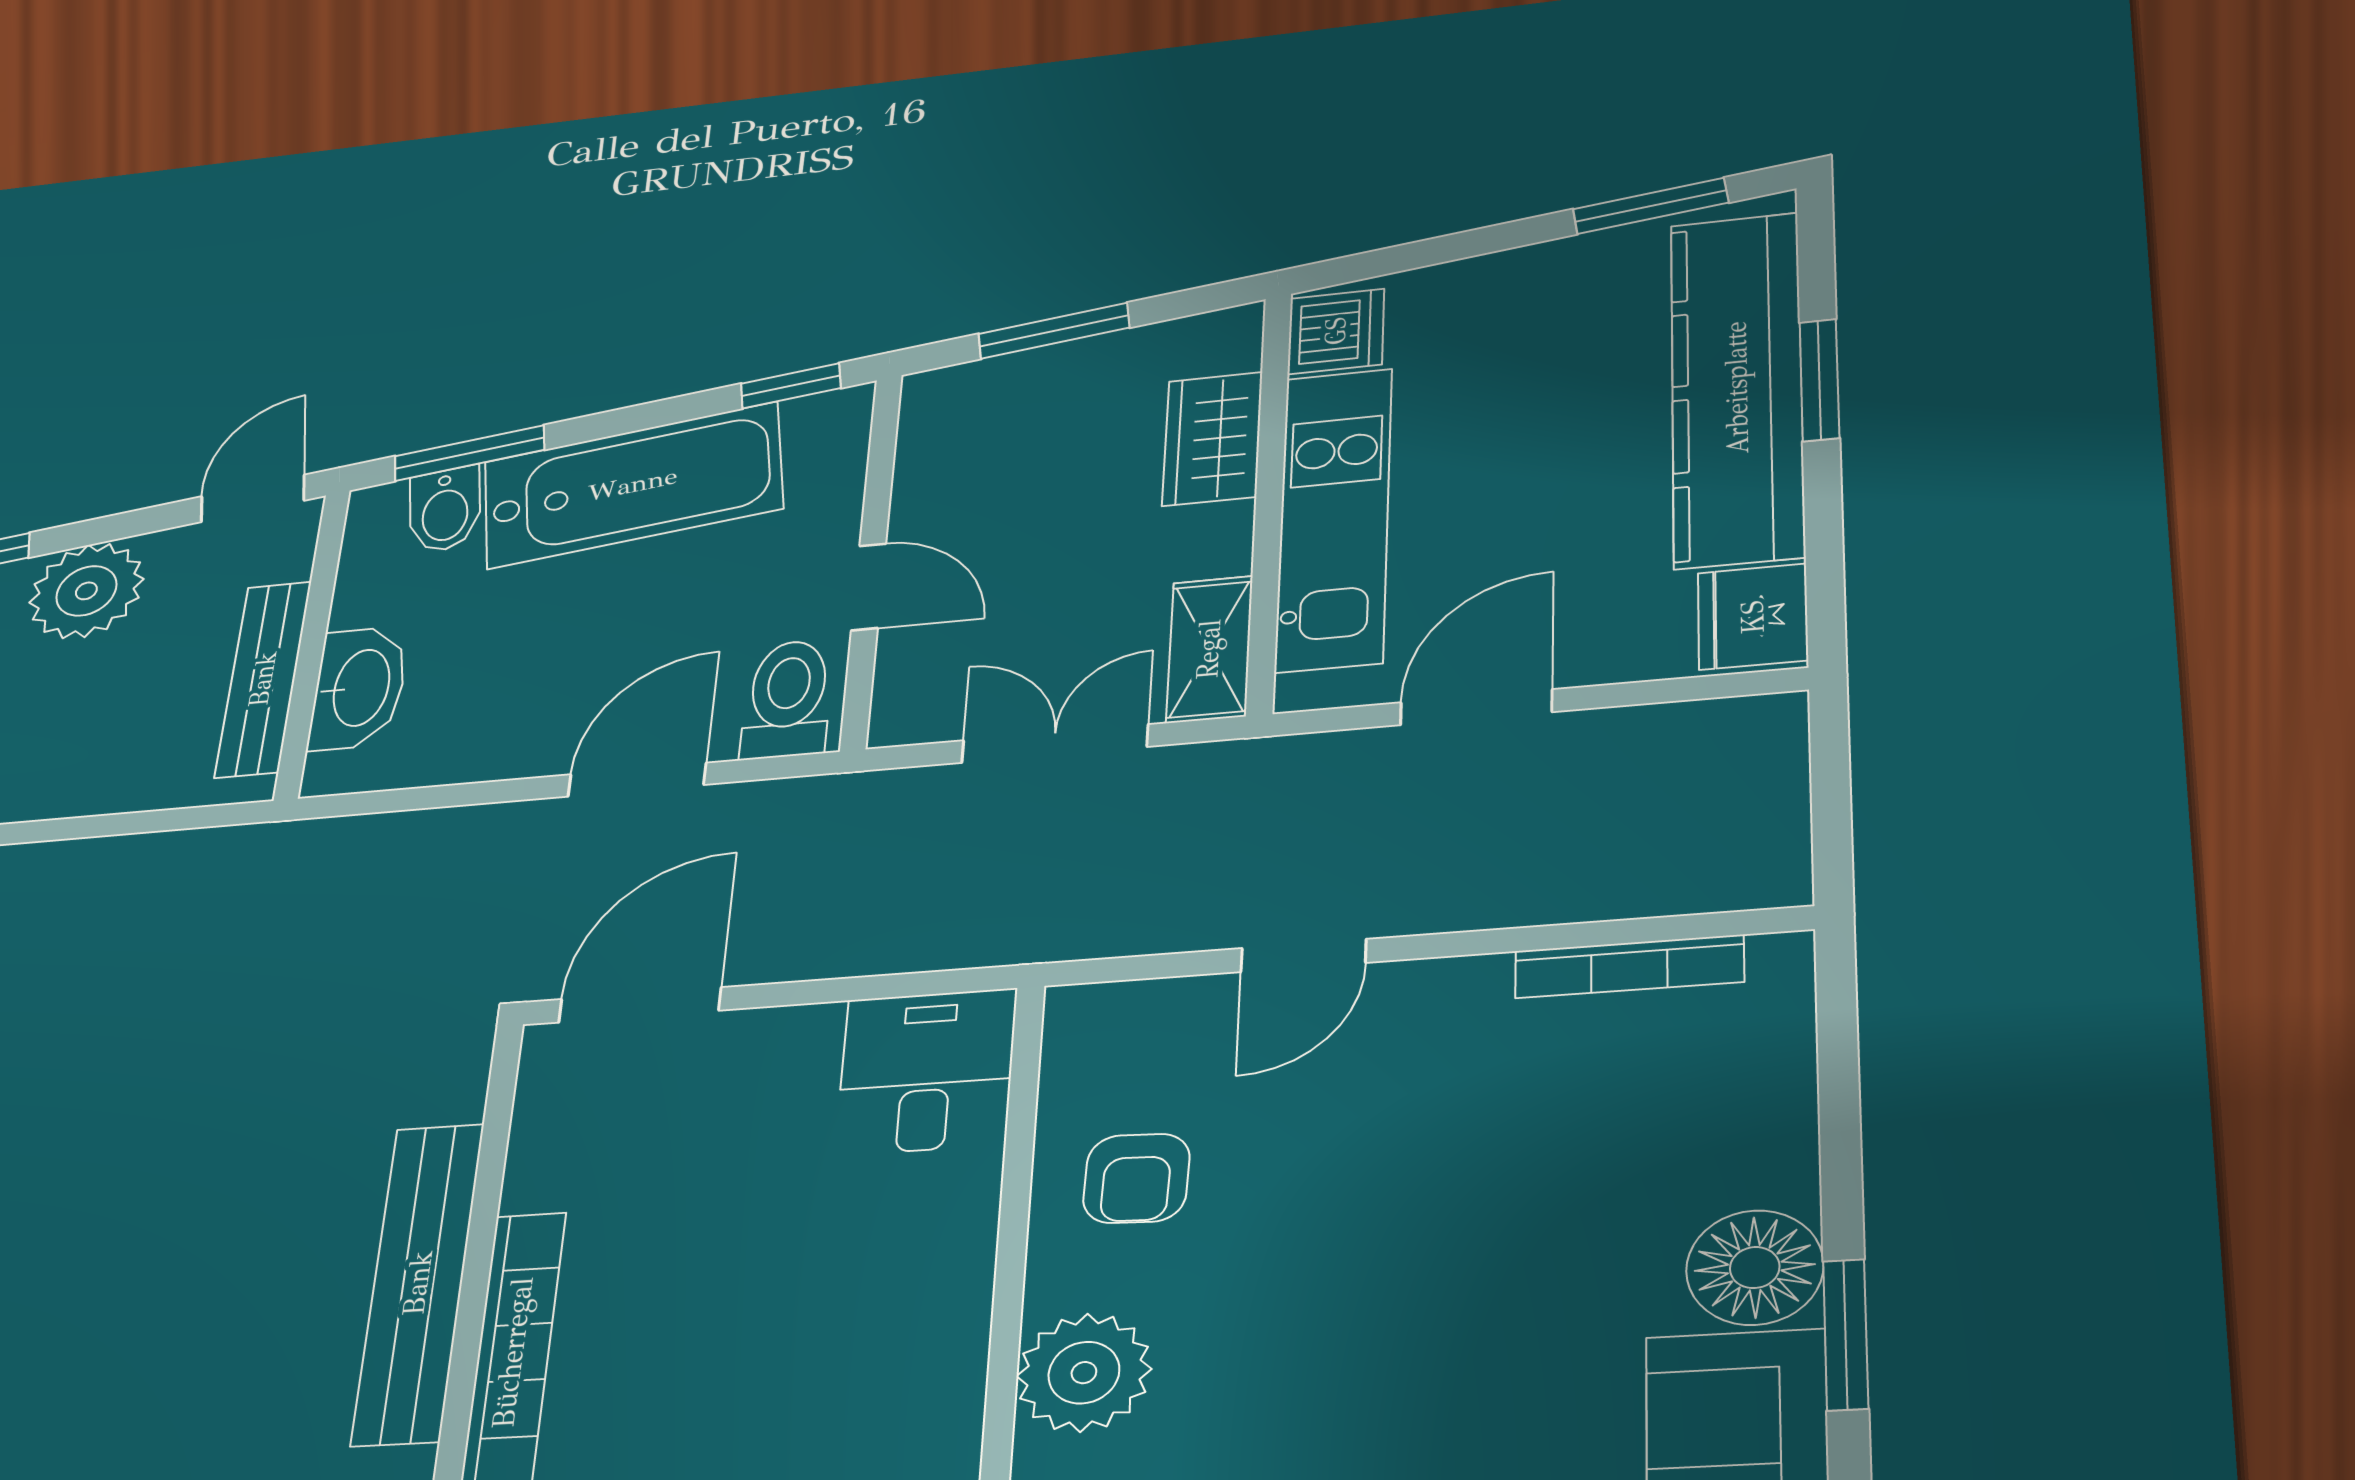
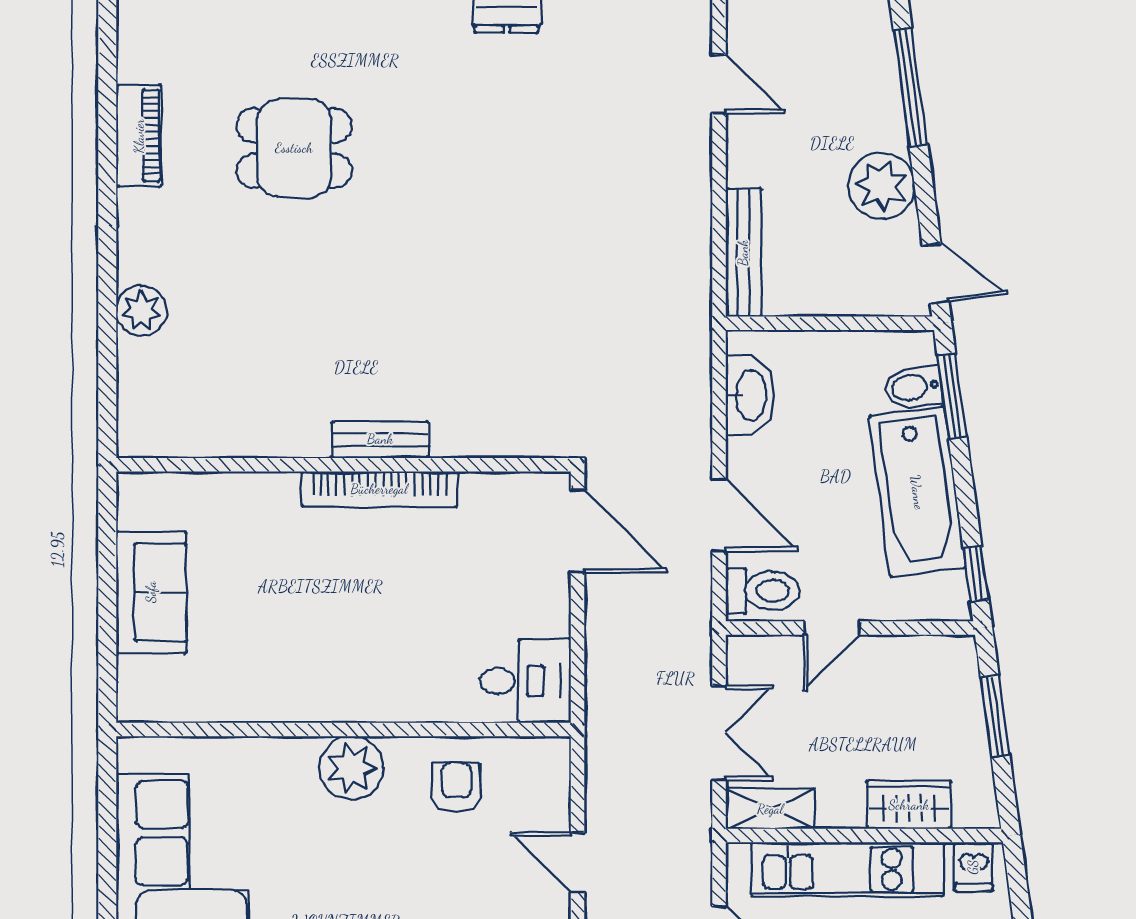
dishwasher: (1336, 331) -> (973, 867), width x0.73
bench: (263, 679) -> (743, 253), moved, turned 90
washbasin: (359, 688) -> (750, 395), moved, turned -90
armchair: (1136, 1178) -> (456, 787), turned 88
bench: (418, 1283) -> (380, 439), width x0.54, depth x0.82

